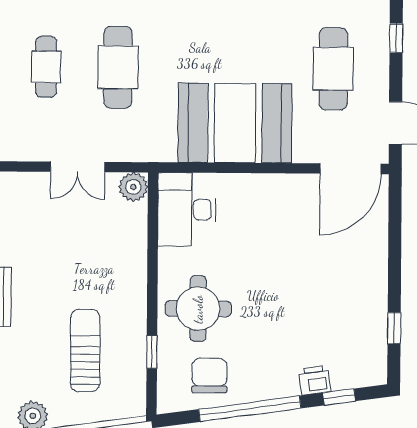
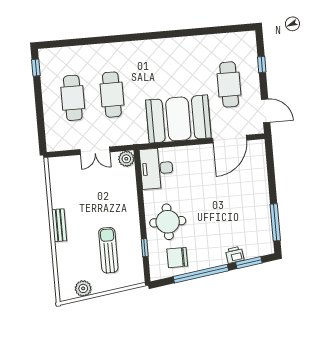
cafe table: (46, 67) -> (73, 98), width x1.37, depth x1.35
door: (351, 169) -> (230, 139), moved
window: (394, 328) -> (275, 222), width x2.17
chair: (209, 375) -> (177, 258), turned -90
window: (339, 397) -> (249, 263), width x1.50

